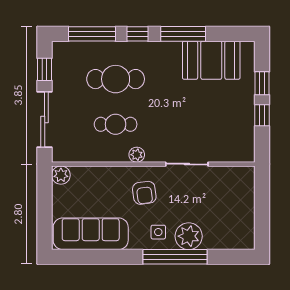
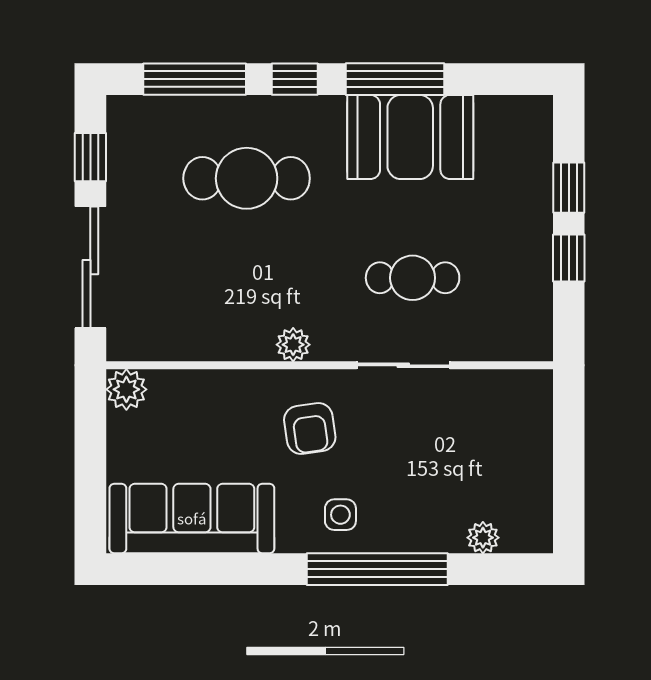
booth: (211, 60) -> (410, 137), moved
cafe table: (116, 124) -> (413, 278), moved
plant: (189, 236) -> (483, 538), moved, width x0.53, depth x0.53

